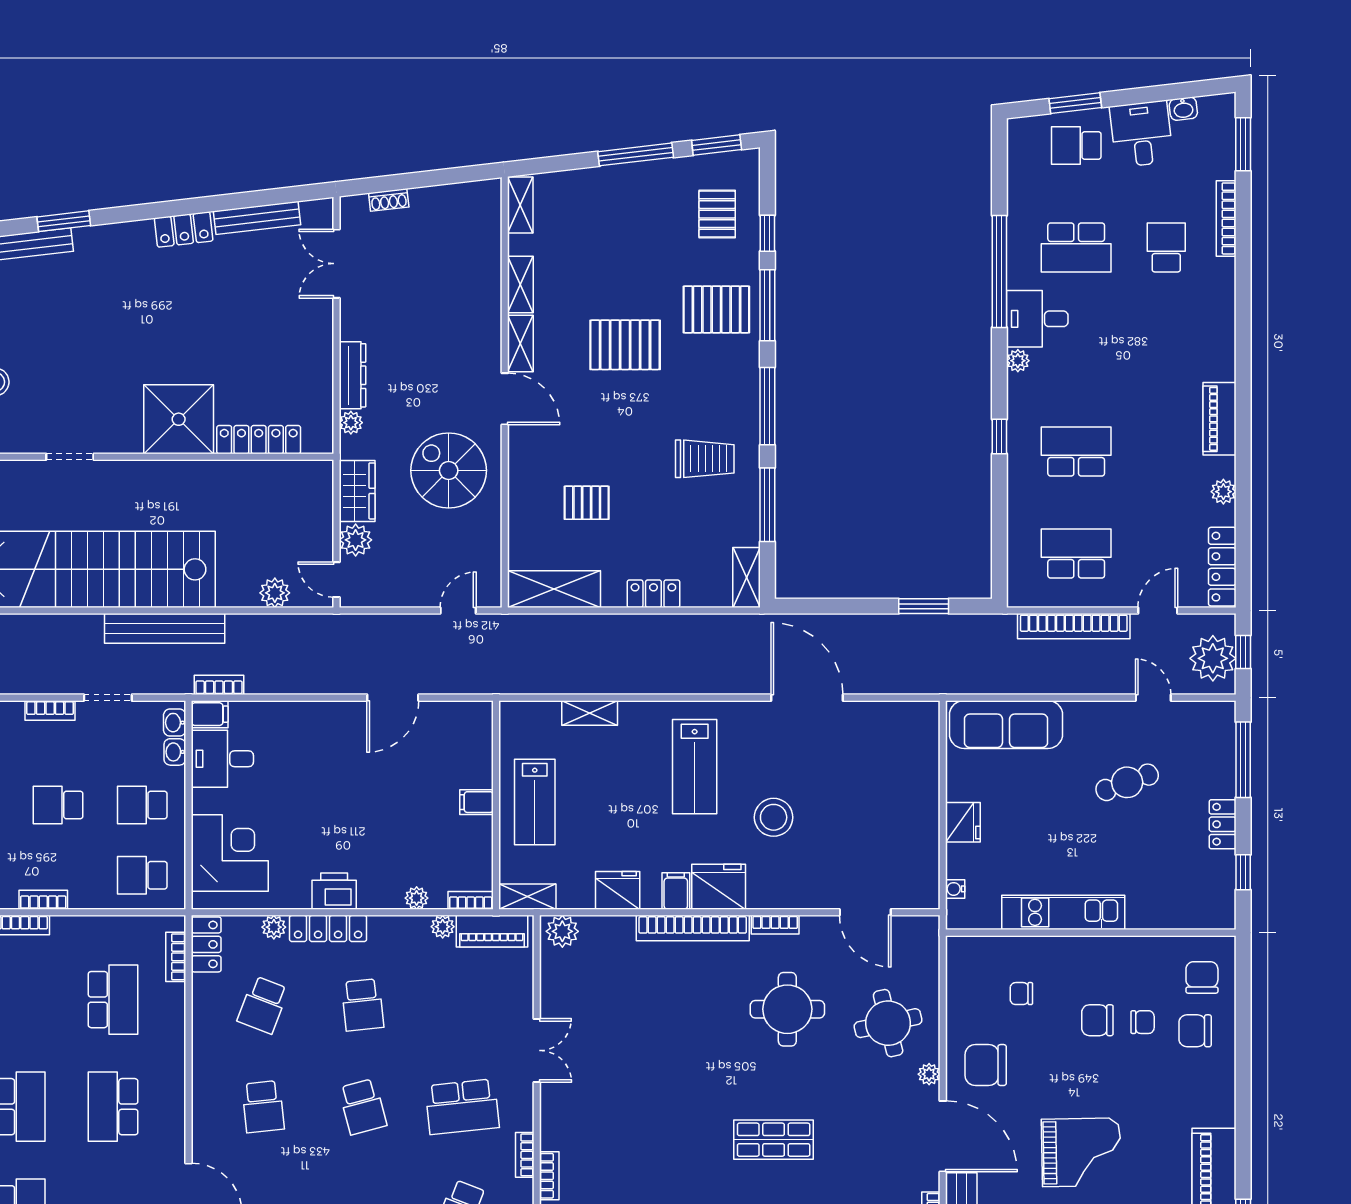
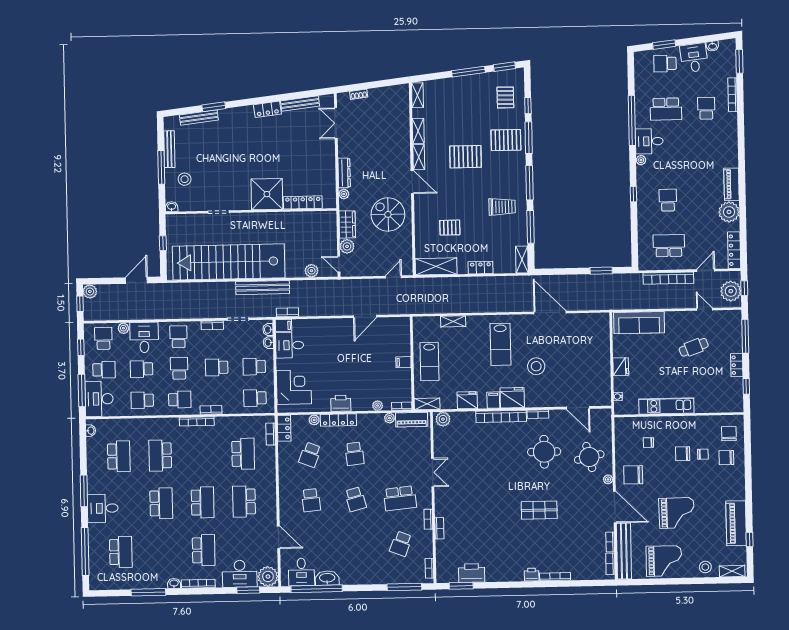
school desk: (1076, 451) -> (668, 200), width x0.54
plant: (1223, 492) -> (729, 212), width x1.88, depth x1.88

